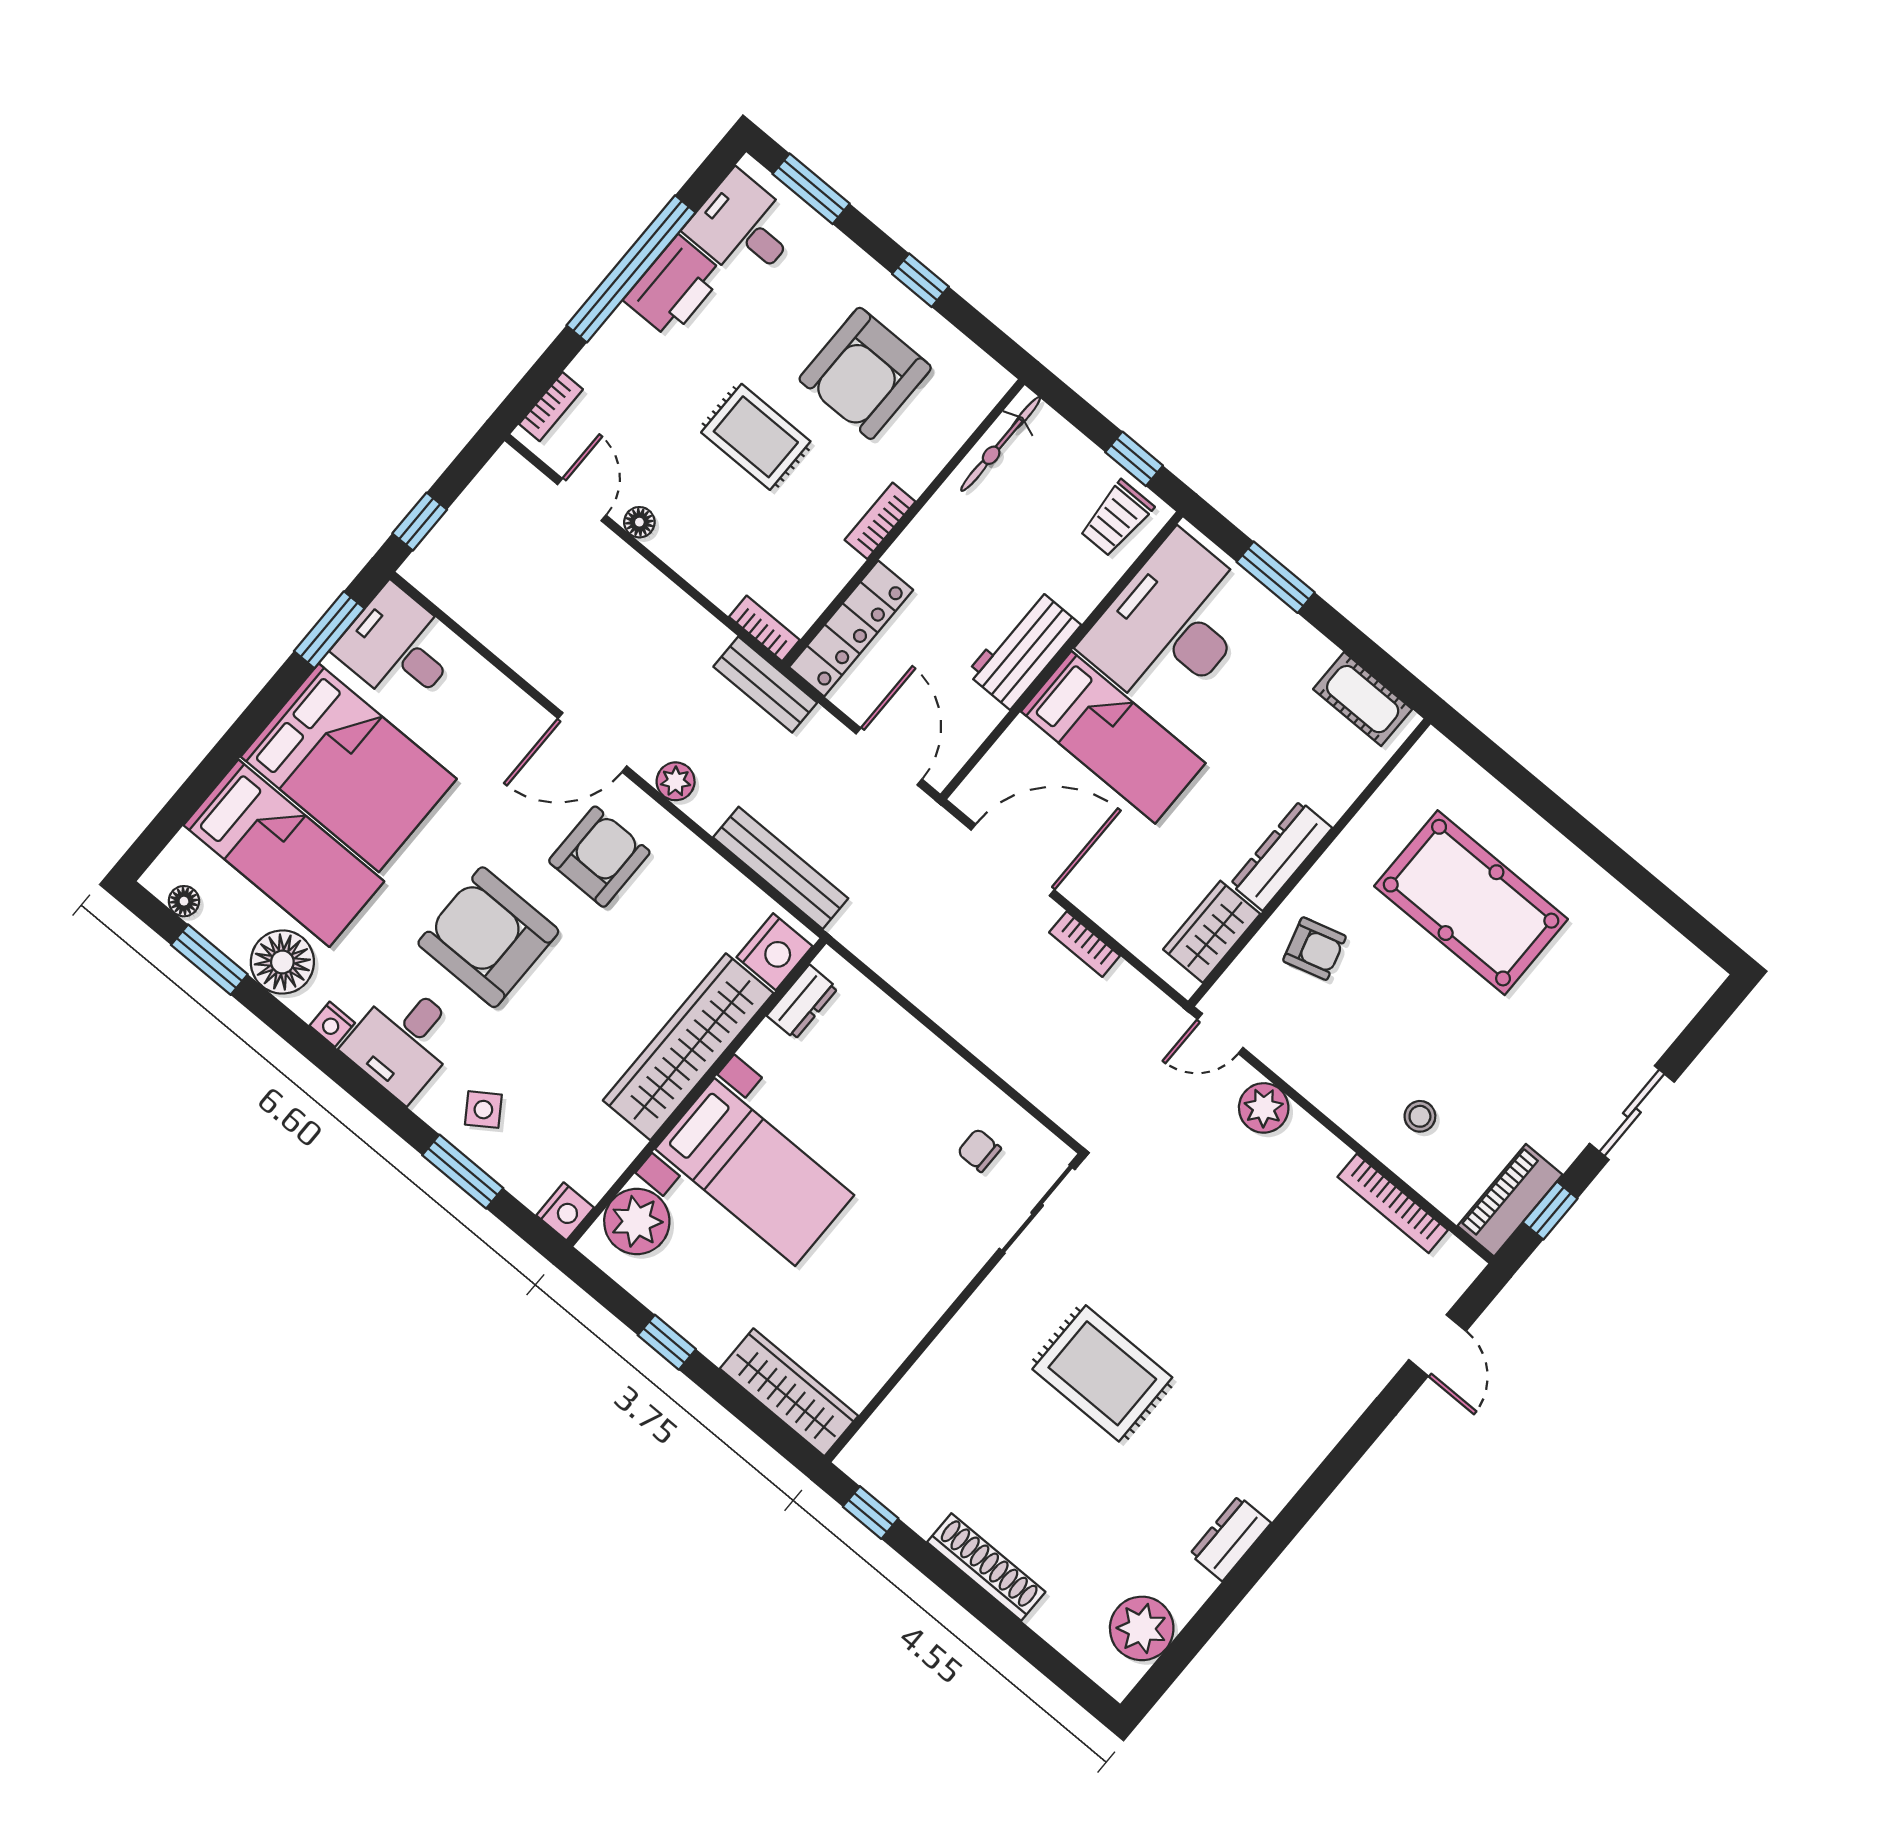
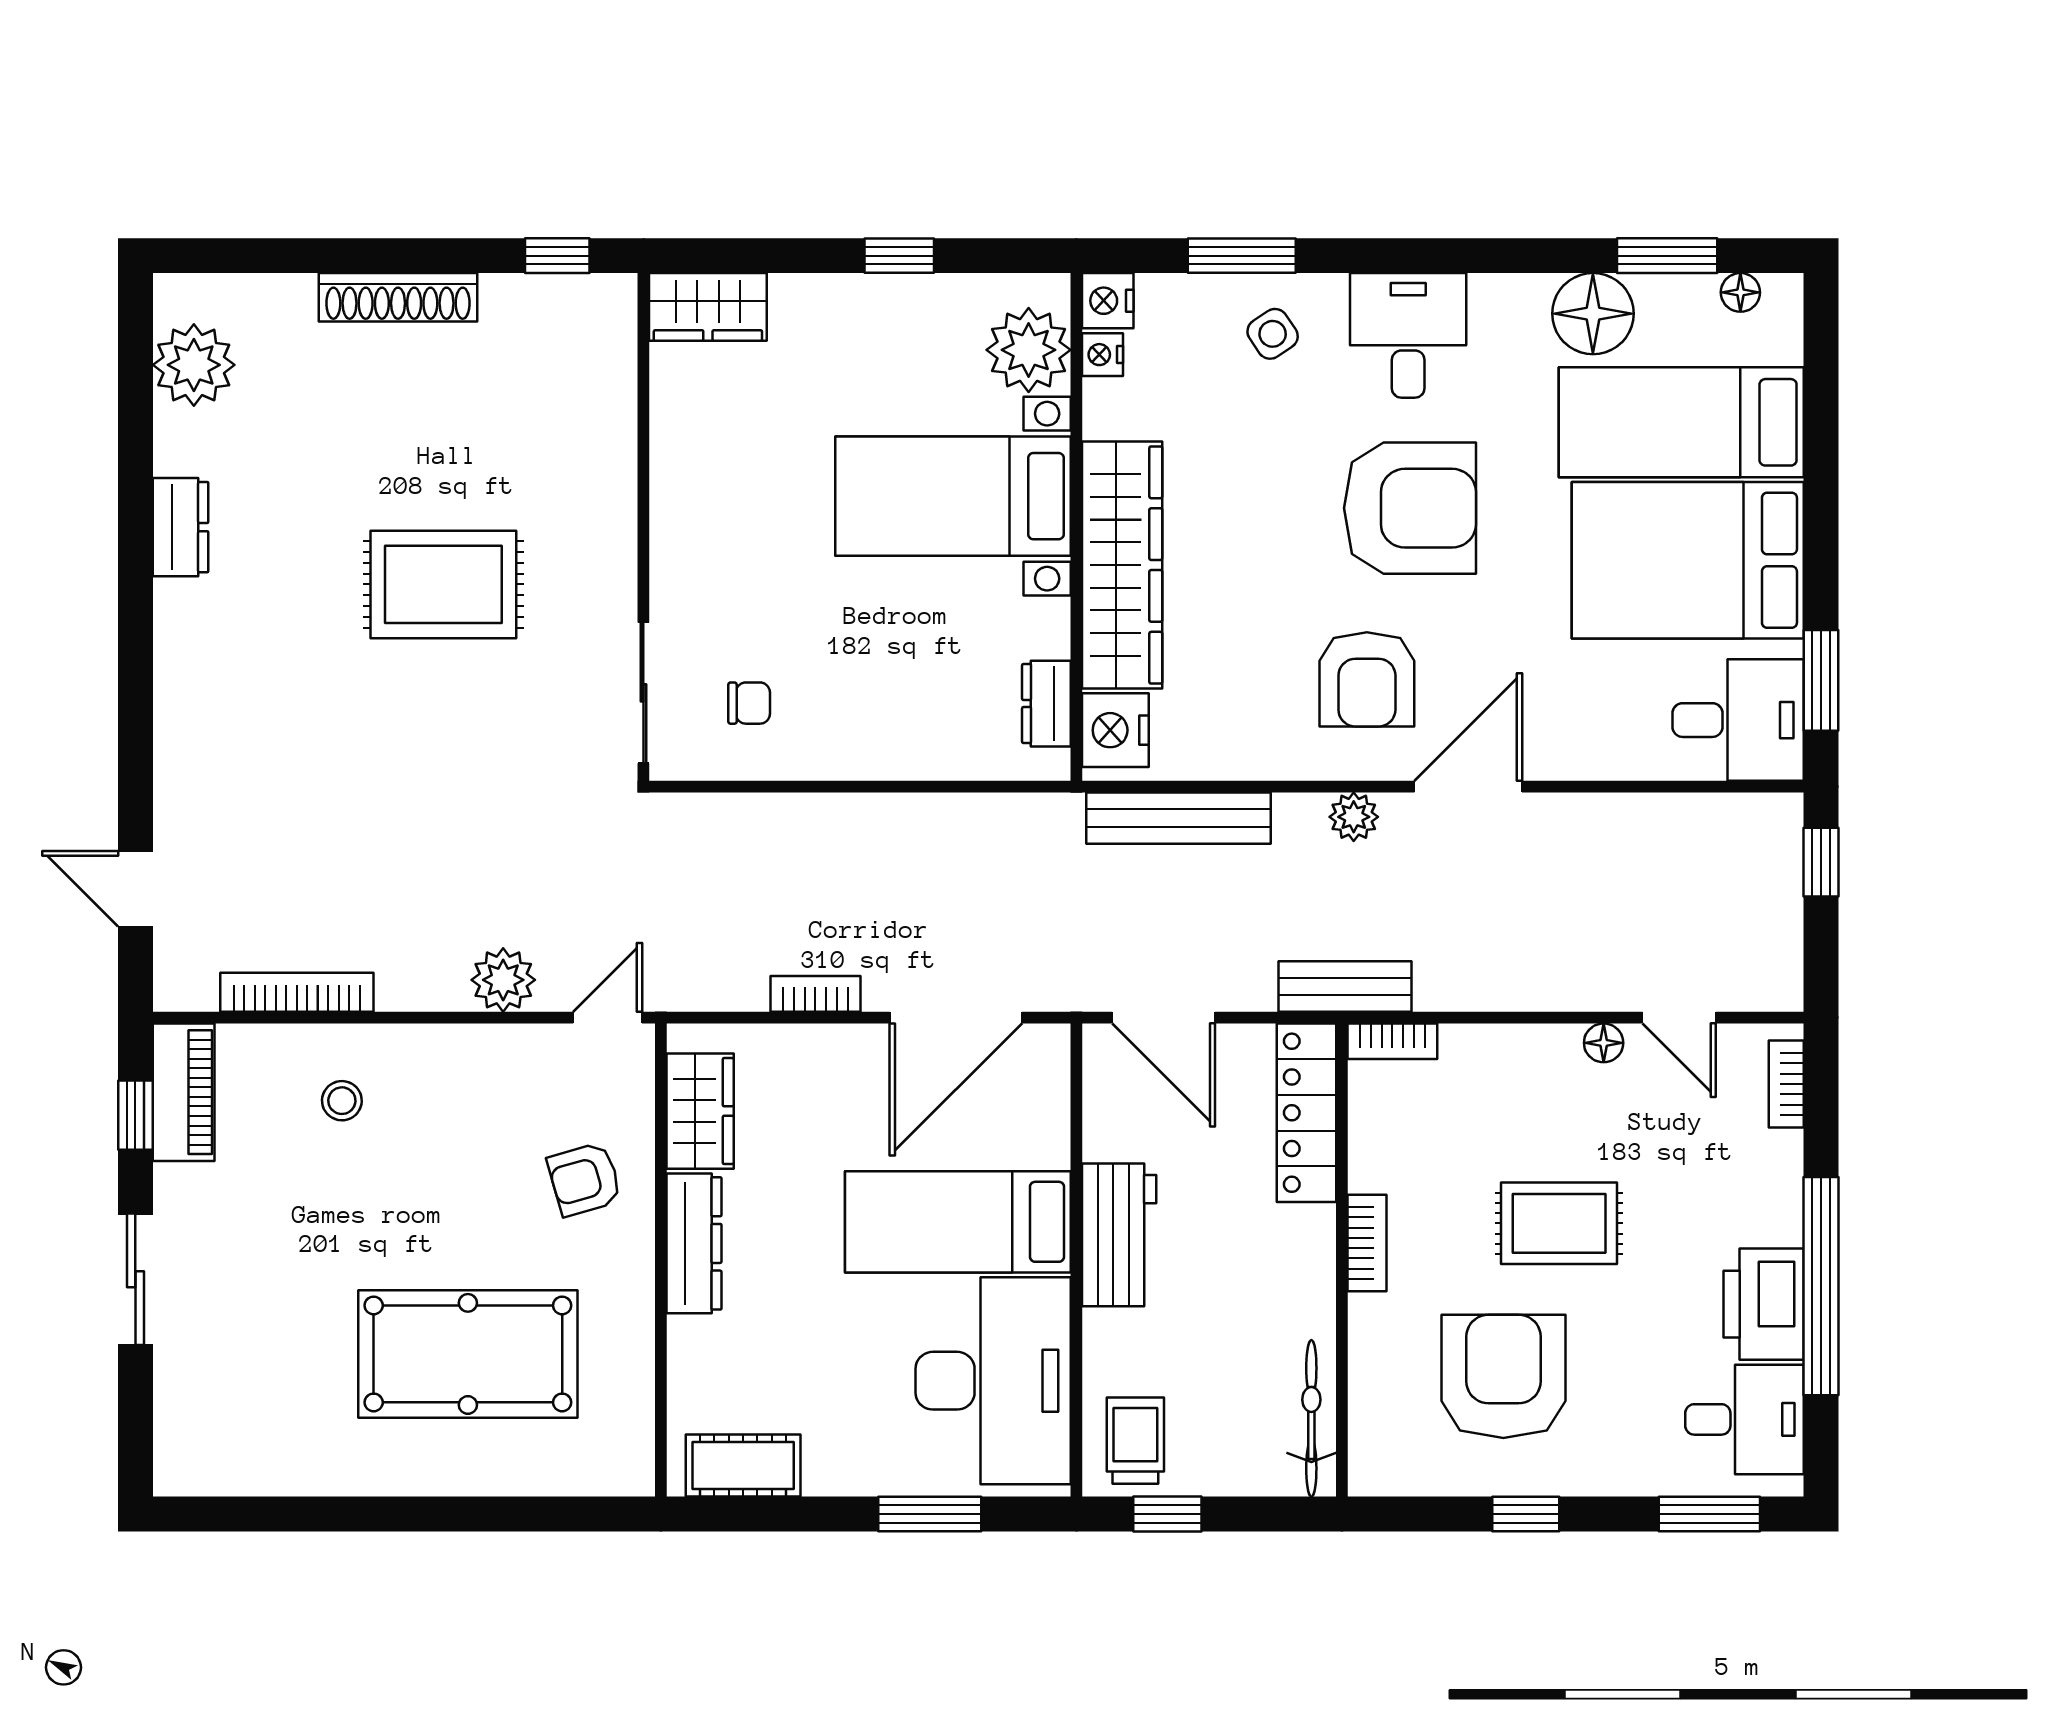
nightstand: (332, 1024) -> (1103, 355), moved, turned -90
wardrobe: (789, 1392) -> (708, 307), width x0.67

